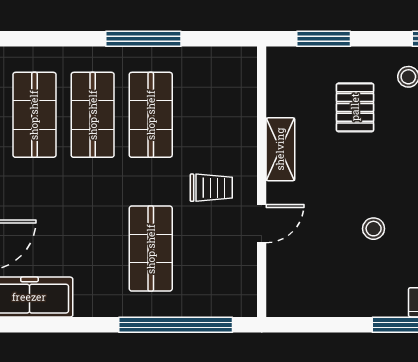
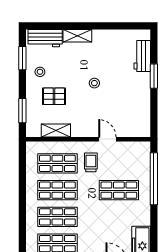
window: (143, 39) -> (22, 194), removed
shop shelf: (209, 115) -> (57, 163), added
shelving: (280, 149) -> (56, 131), moved
stool: (374, 229) -> (94, 83), moved

